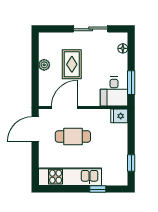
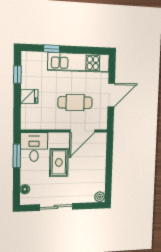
rug: (72, 64) -> (59, 162), moved
plant: (44, 65) -> (100, 197), moved
fridge: (119, 116) -> (29, 96), moved
door: (35, 129) -> (111, 95), moved

